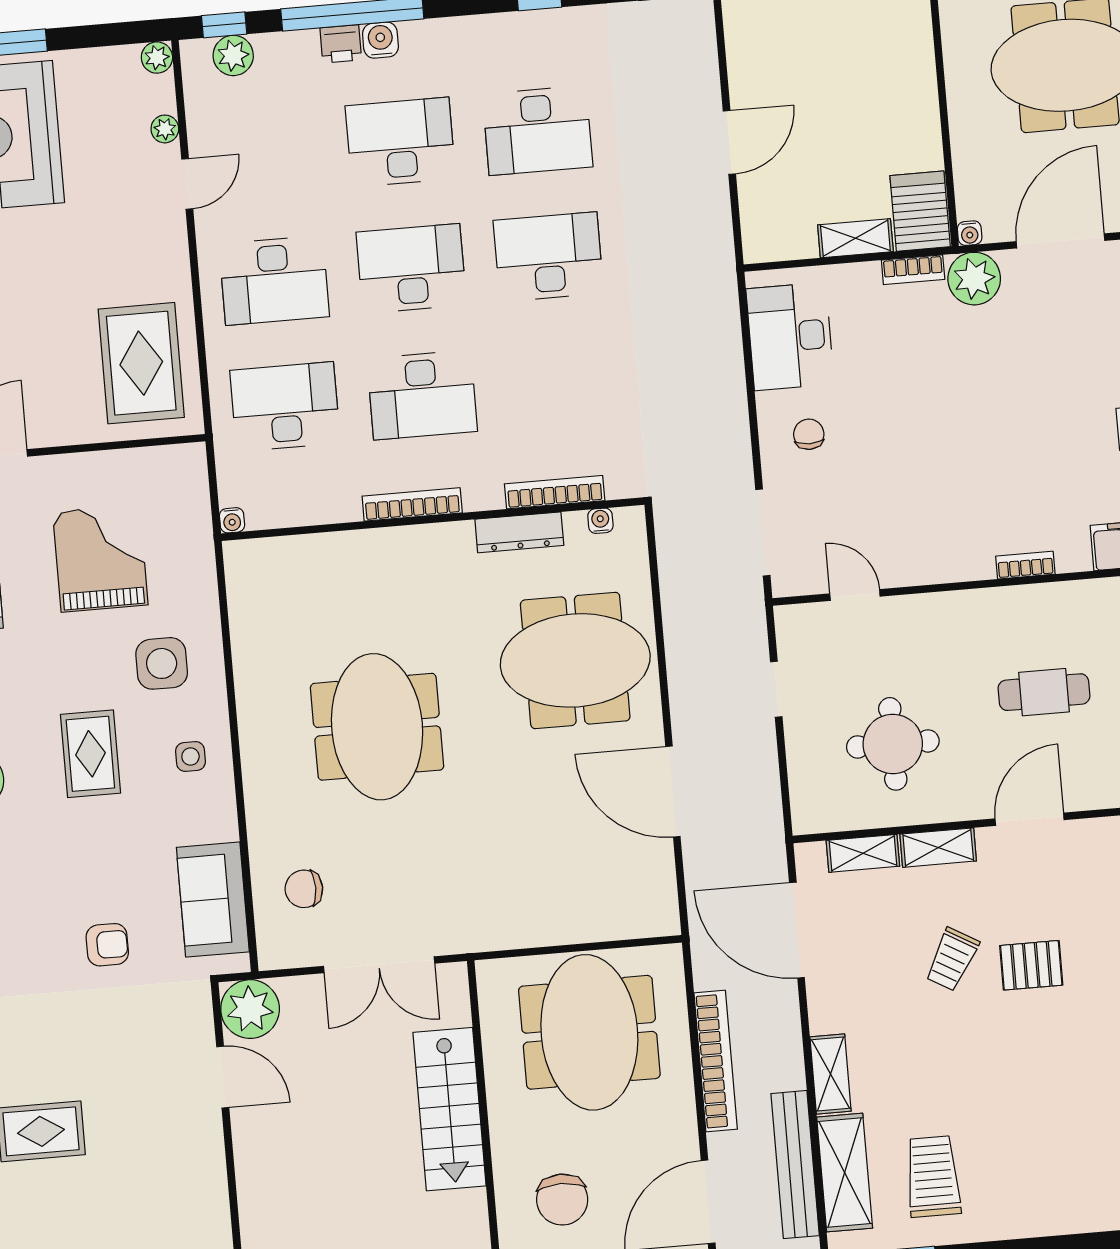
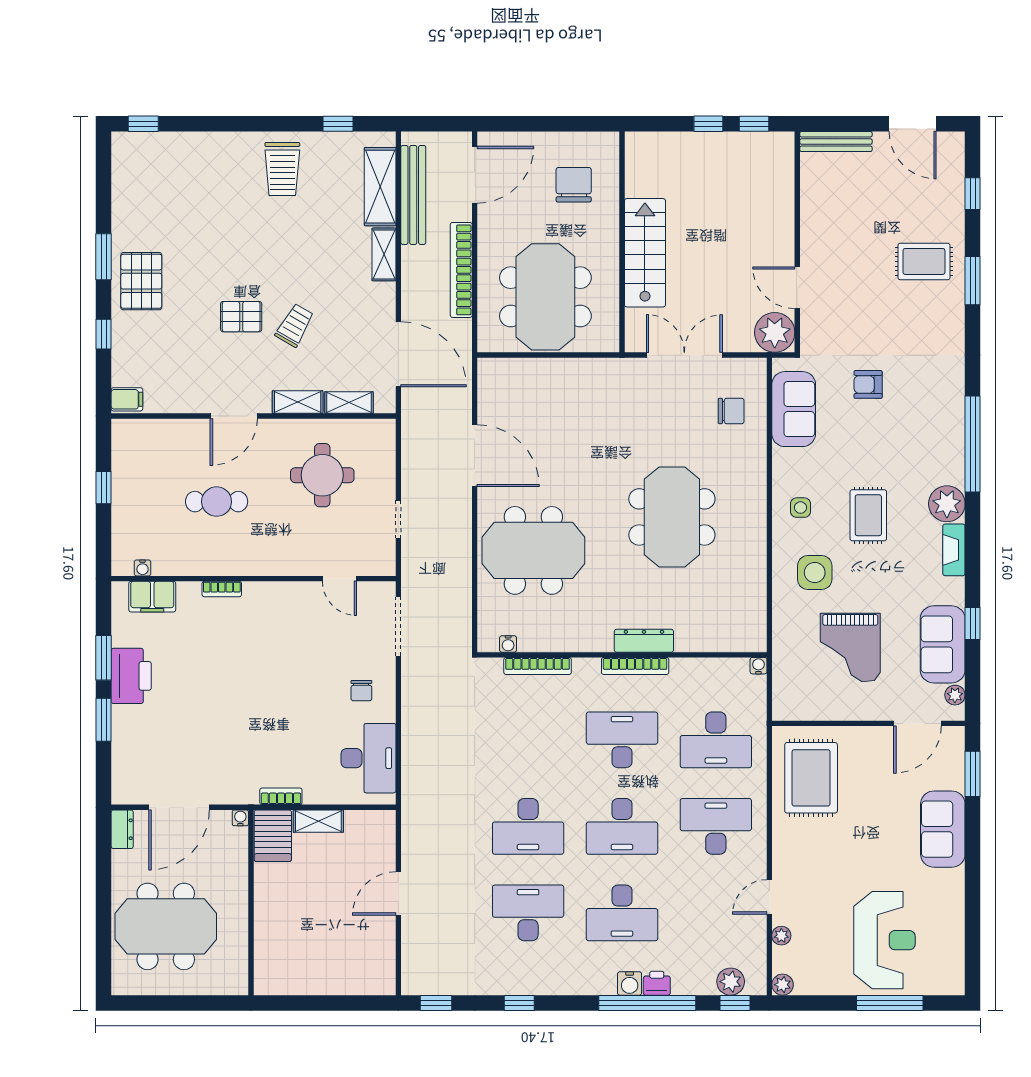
plant: (974, 279) -> (240, 787), removed
dresser: (519, 532) -> (644, 641), moved
trolley: (933, 1177) -> (282, 169), moved

